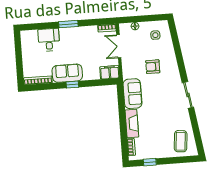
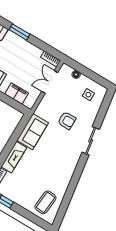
armchair: (153, 67) -> (67, 120), turned 180
filing cabinet: (110, 72) -> (17, 94), moved
sliding door: (188, 95) -> (91, 141), moved

